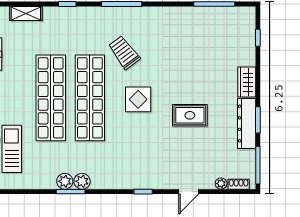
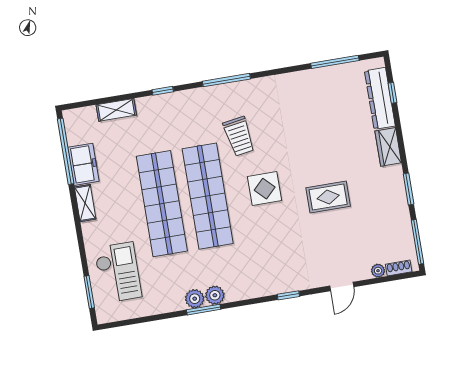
trolley: (124, 52) -> (239, 136), turned -152
dresser: (247, 124) -> (380, 98), moved

